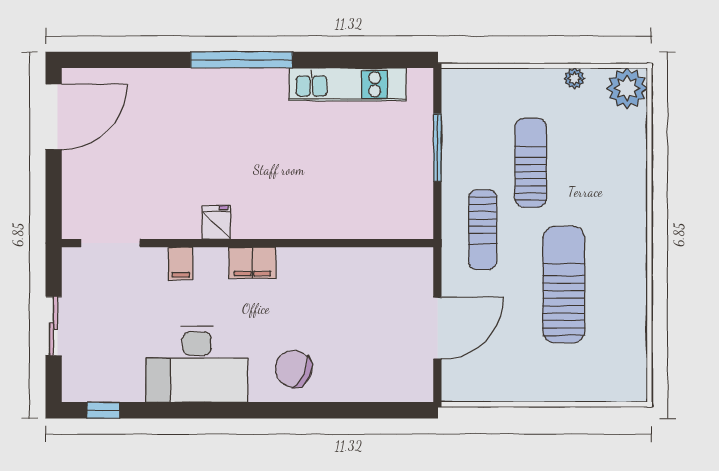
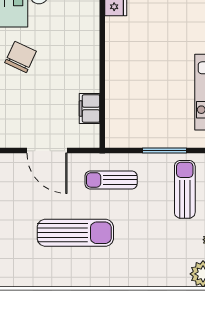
sun lounger: (531, 163) -> (185, 189), moved, turned -90
filing cabinet: (252, 263) -> (90, 108), moved

